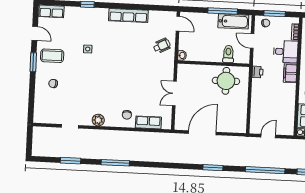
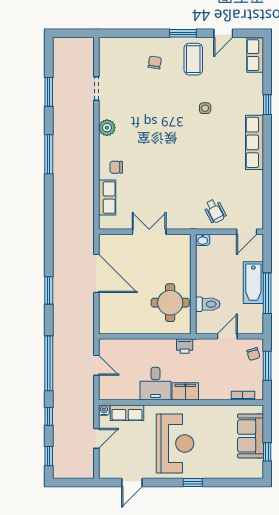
row of seats: (128, 15) -> (254, 142), moved
bathtub: (233, 21) -> (253, 283), moved
desk: (286, 52) -> (156, 384), moved

